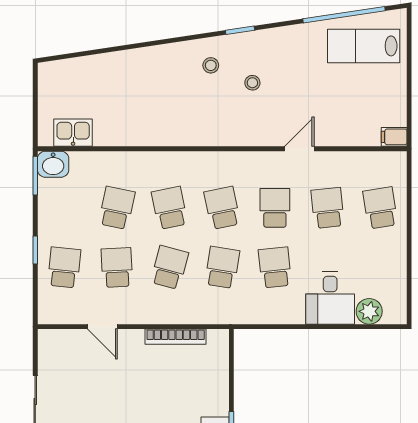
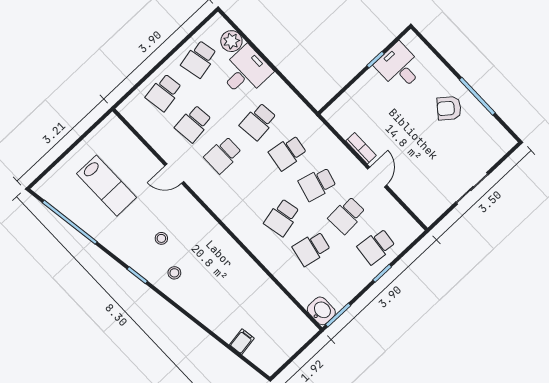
lab bench: (364, 46) -> (107, 186), moved
kitchen sink: (73, 133) -> (291, 317), removed
filing cabinet: (394, 137) -> (242, 342), moved, turned -98
school desk: (222, 208) -> (199, 59), moved
door: (102, 327) -> (377, 177), moved
bookcase: (176, 337) -> (361, 148), width x0.64

